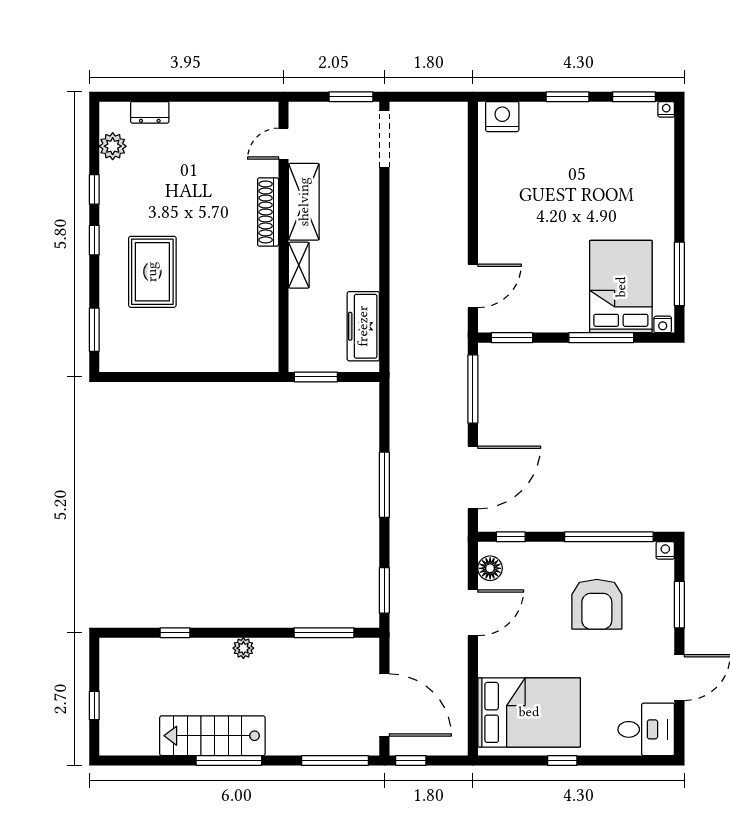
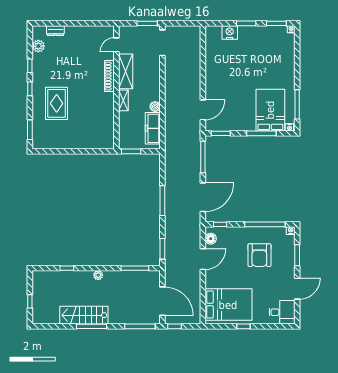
nightstand: (502, 117) -> (230, 33), moved
boiler: (368, 279) -> (155, 107), added

